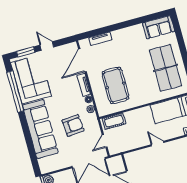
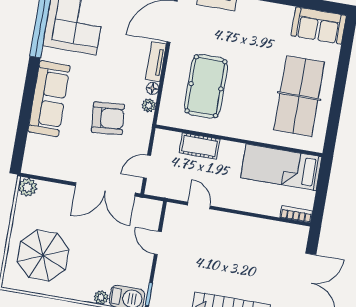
cot: (114, 121) -> (200, 146), moved
sofa: (40, 129) -> (49, 99), width x0.74, depth x0.79
door: (157, 144) -> (199, 206), moved

